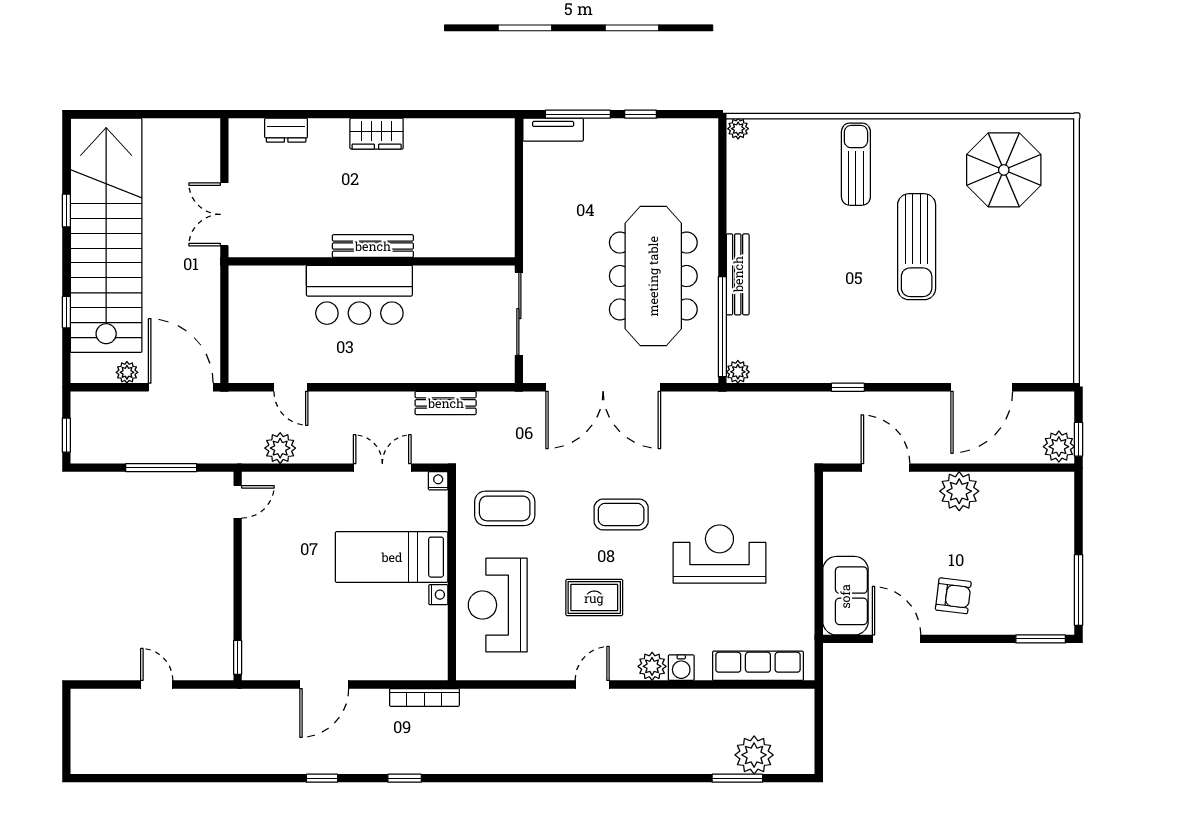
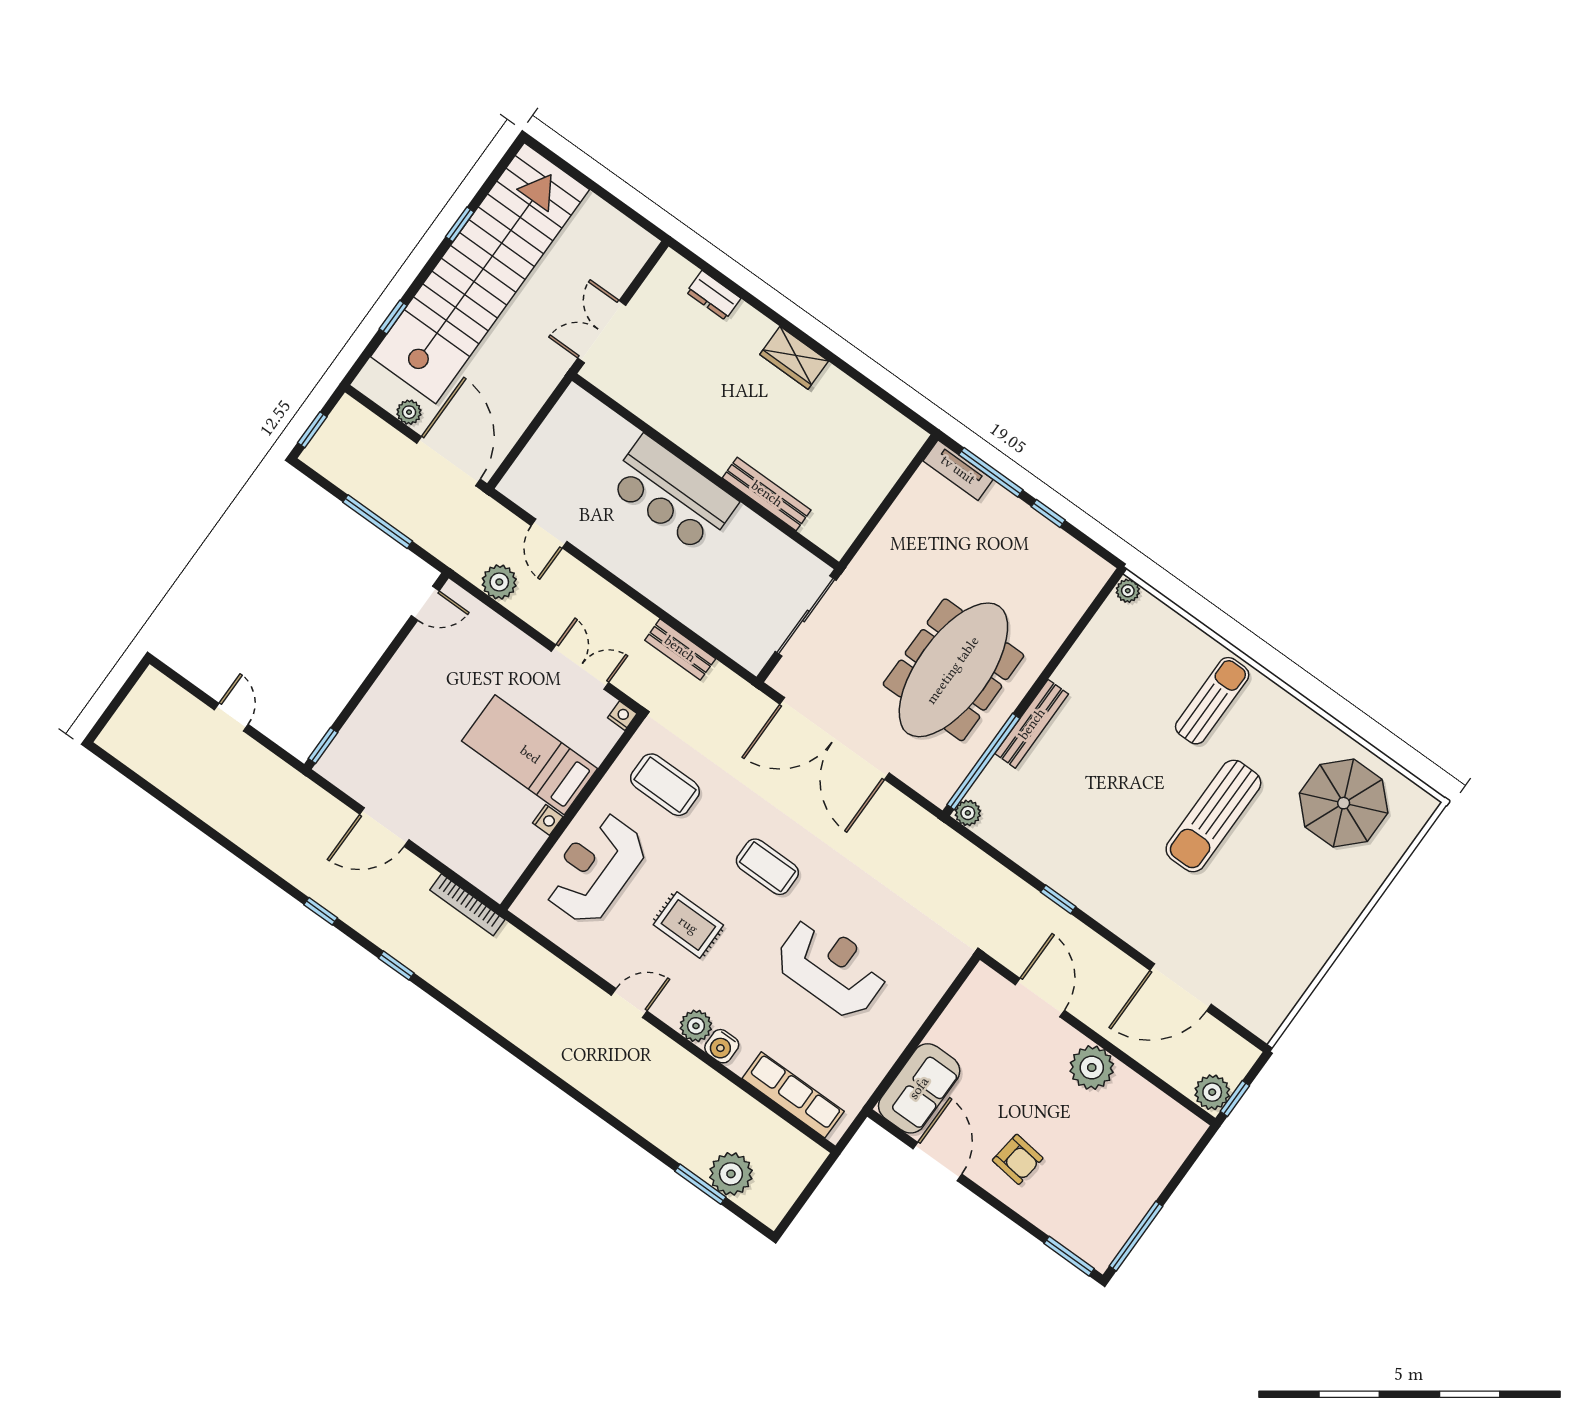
bench: (373, 246) -> (767, 494), moved

